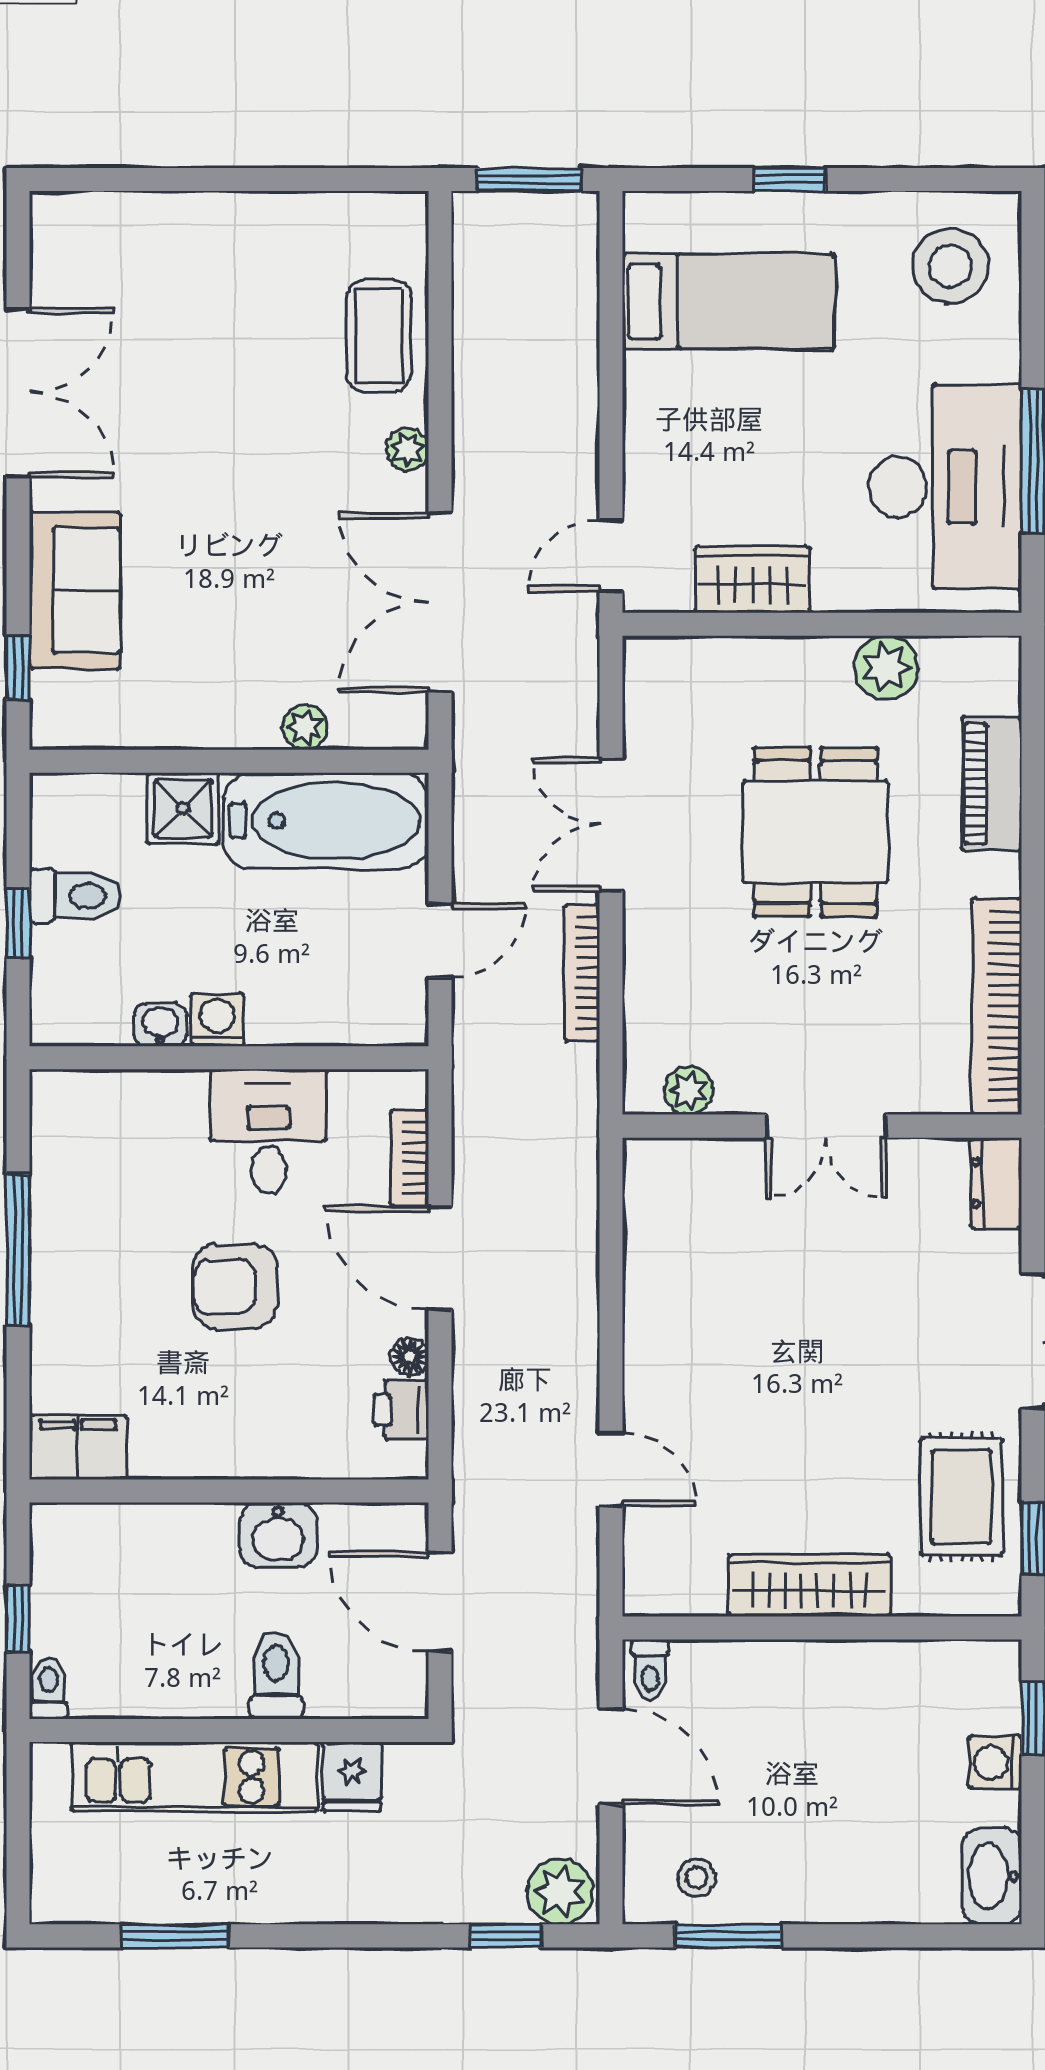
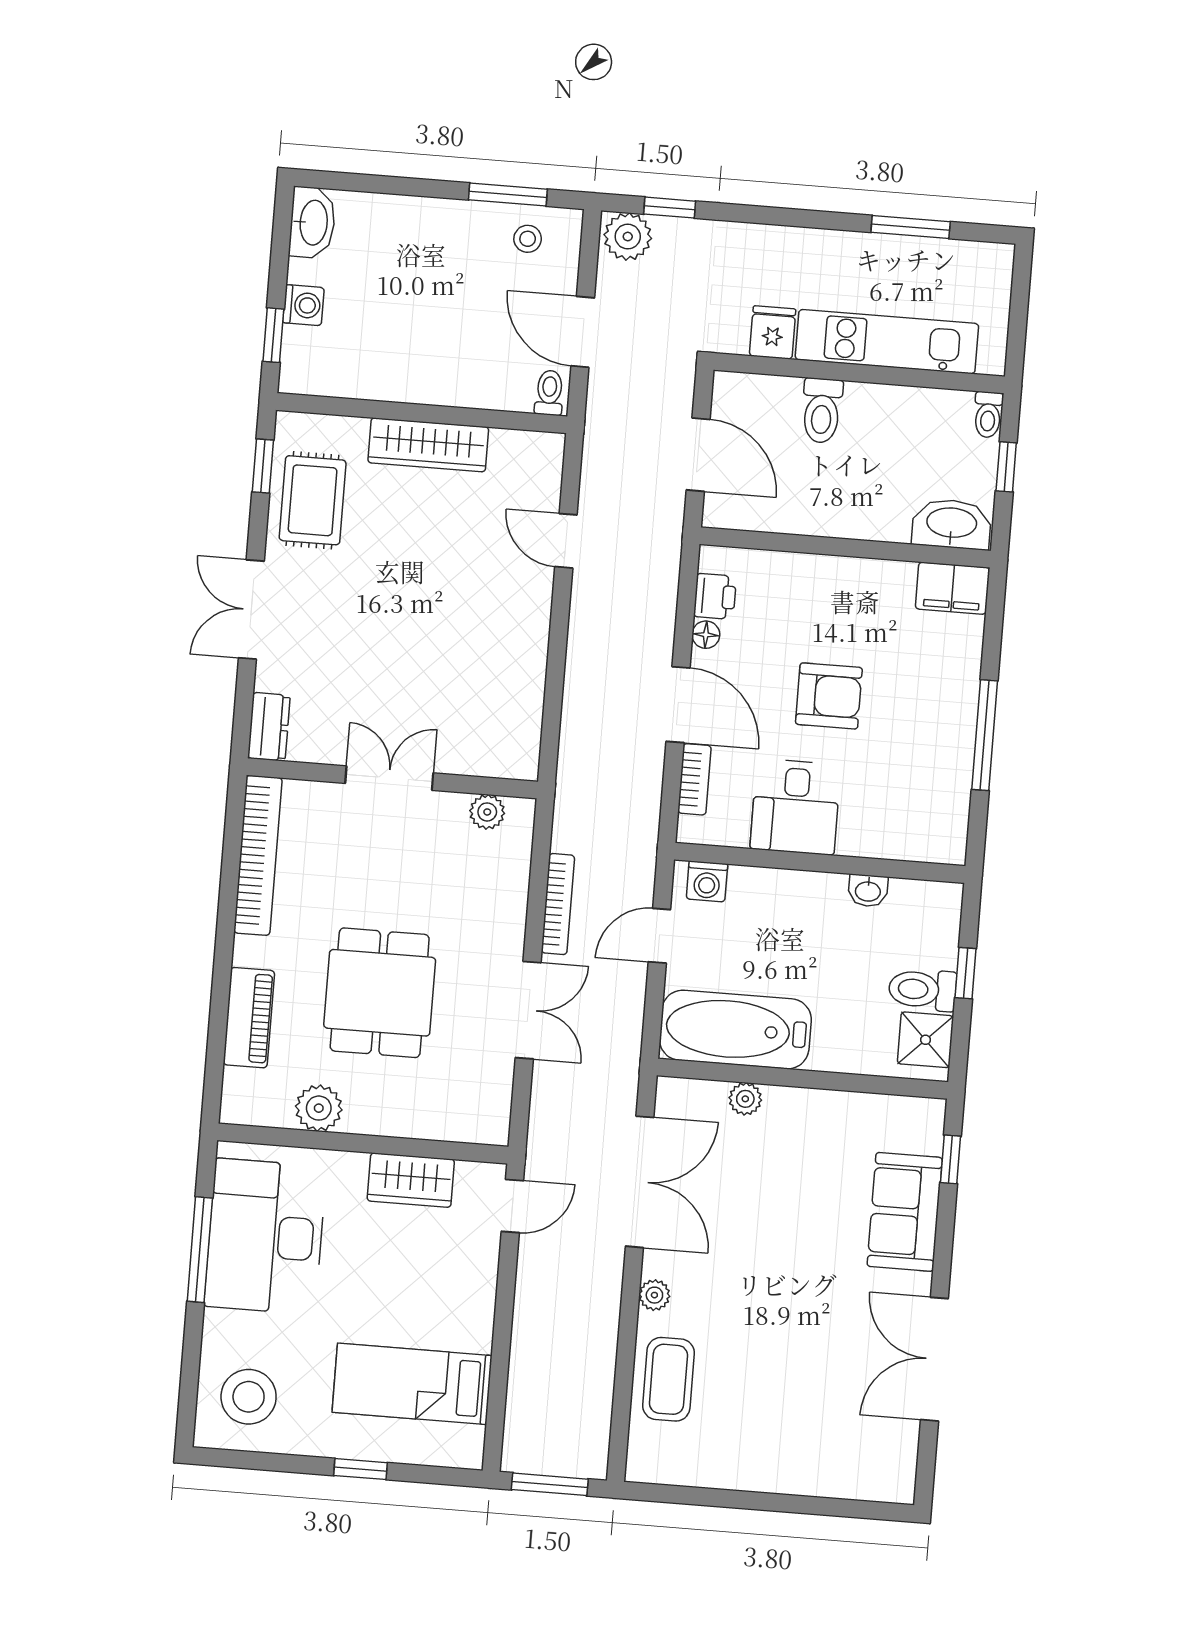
shower: (183, 808) -> (925, 1040), moved
washing machine: (217, 1020) -> (707, 881), moved
washbasin: (278, 1535) -> (952, 524), moved, width x1.38

